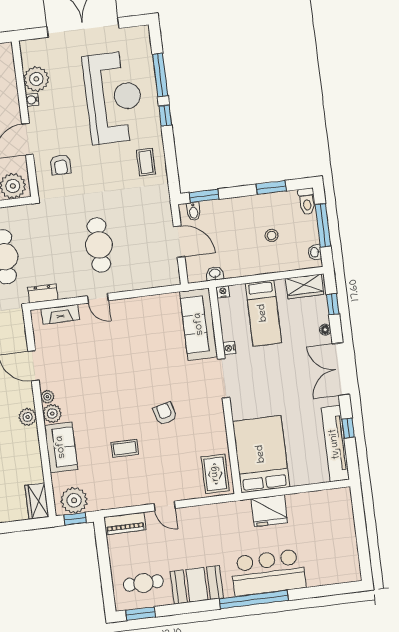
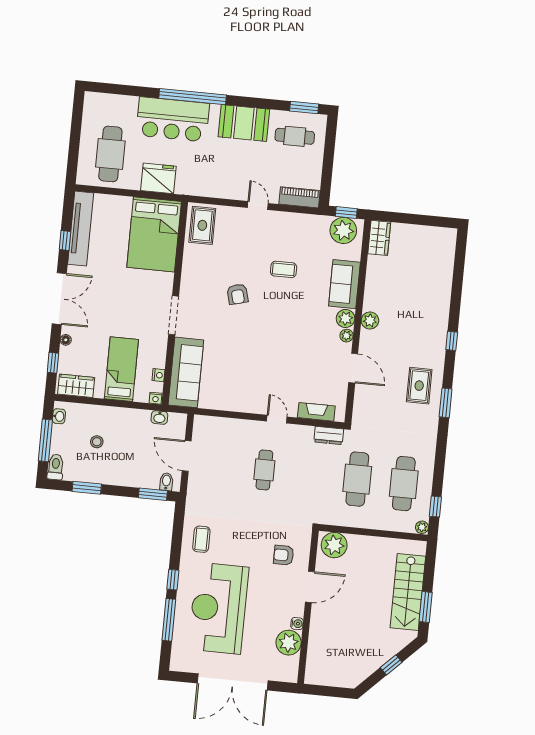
armchair: (61, 165) -> (284, 555), turned -90
cafe table: (99, 245) -> (264, 470), width x0.73, depth x0.74
nightstand: (229, 348) -> (158, 375), moved
cafe table: (322, 524) -> (110, 154), added

